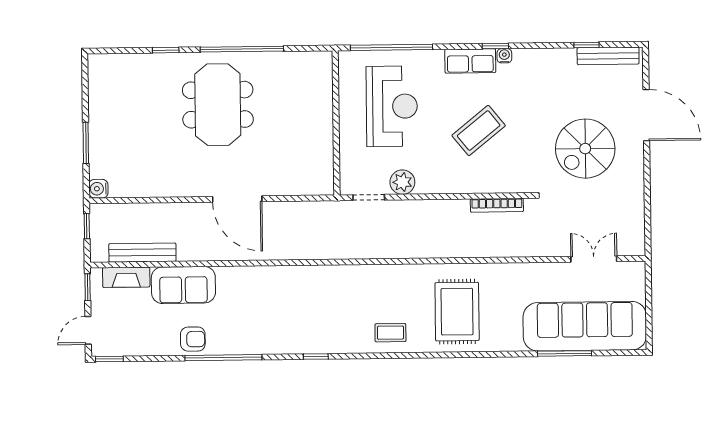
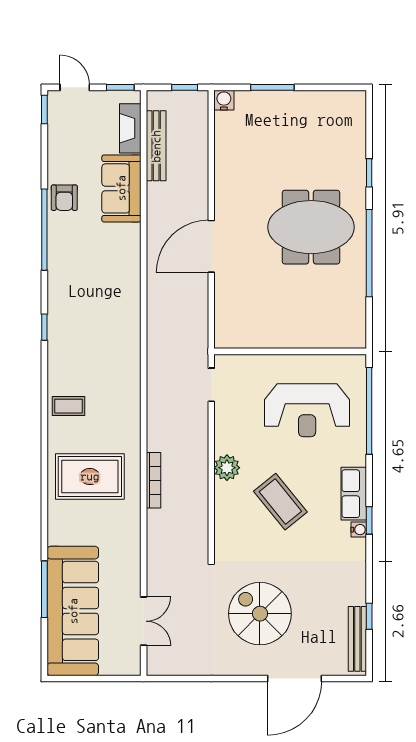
plant: (402, 182) -> (227, 468), moved
bookcase: (497, 205) -> (153, 480), moved, turned 180
coffee table: (390, 333) -> (68, 406), turned 90

